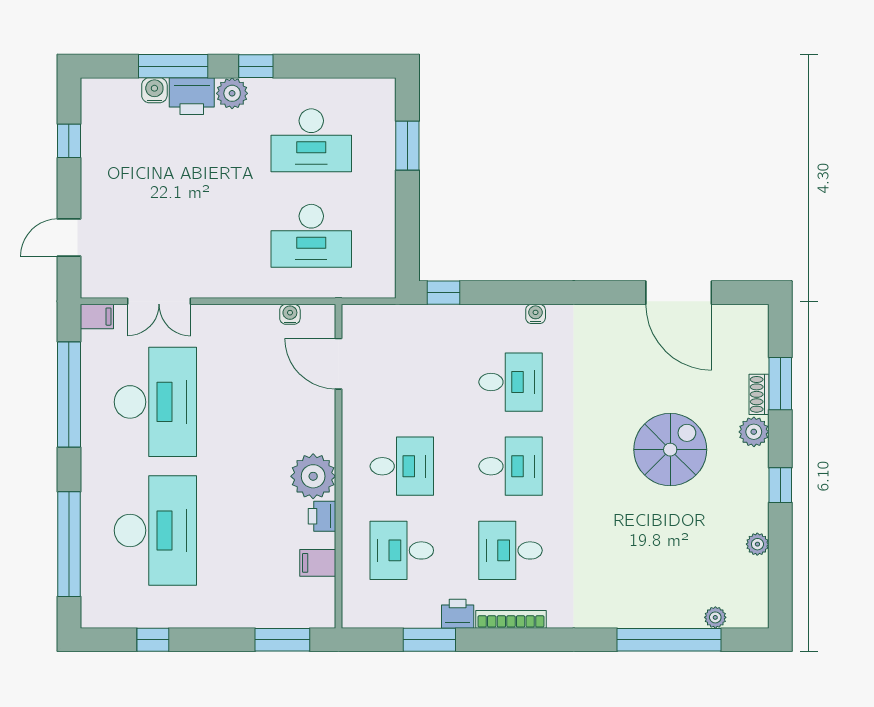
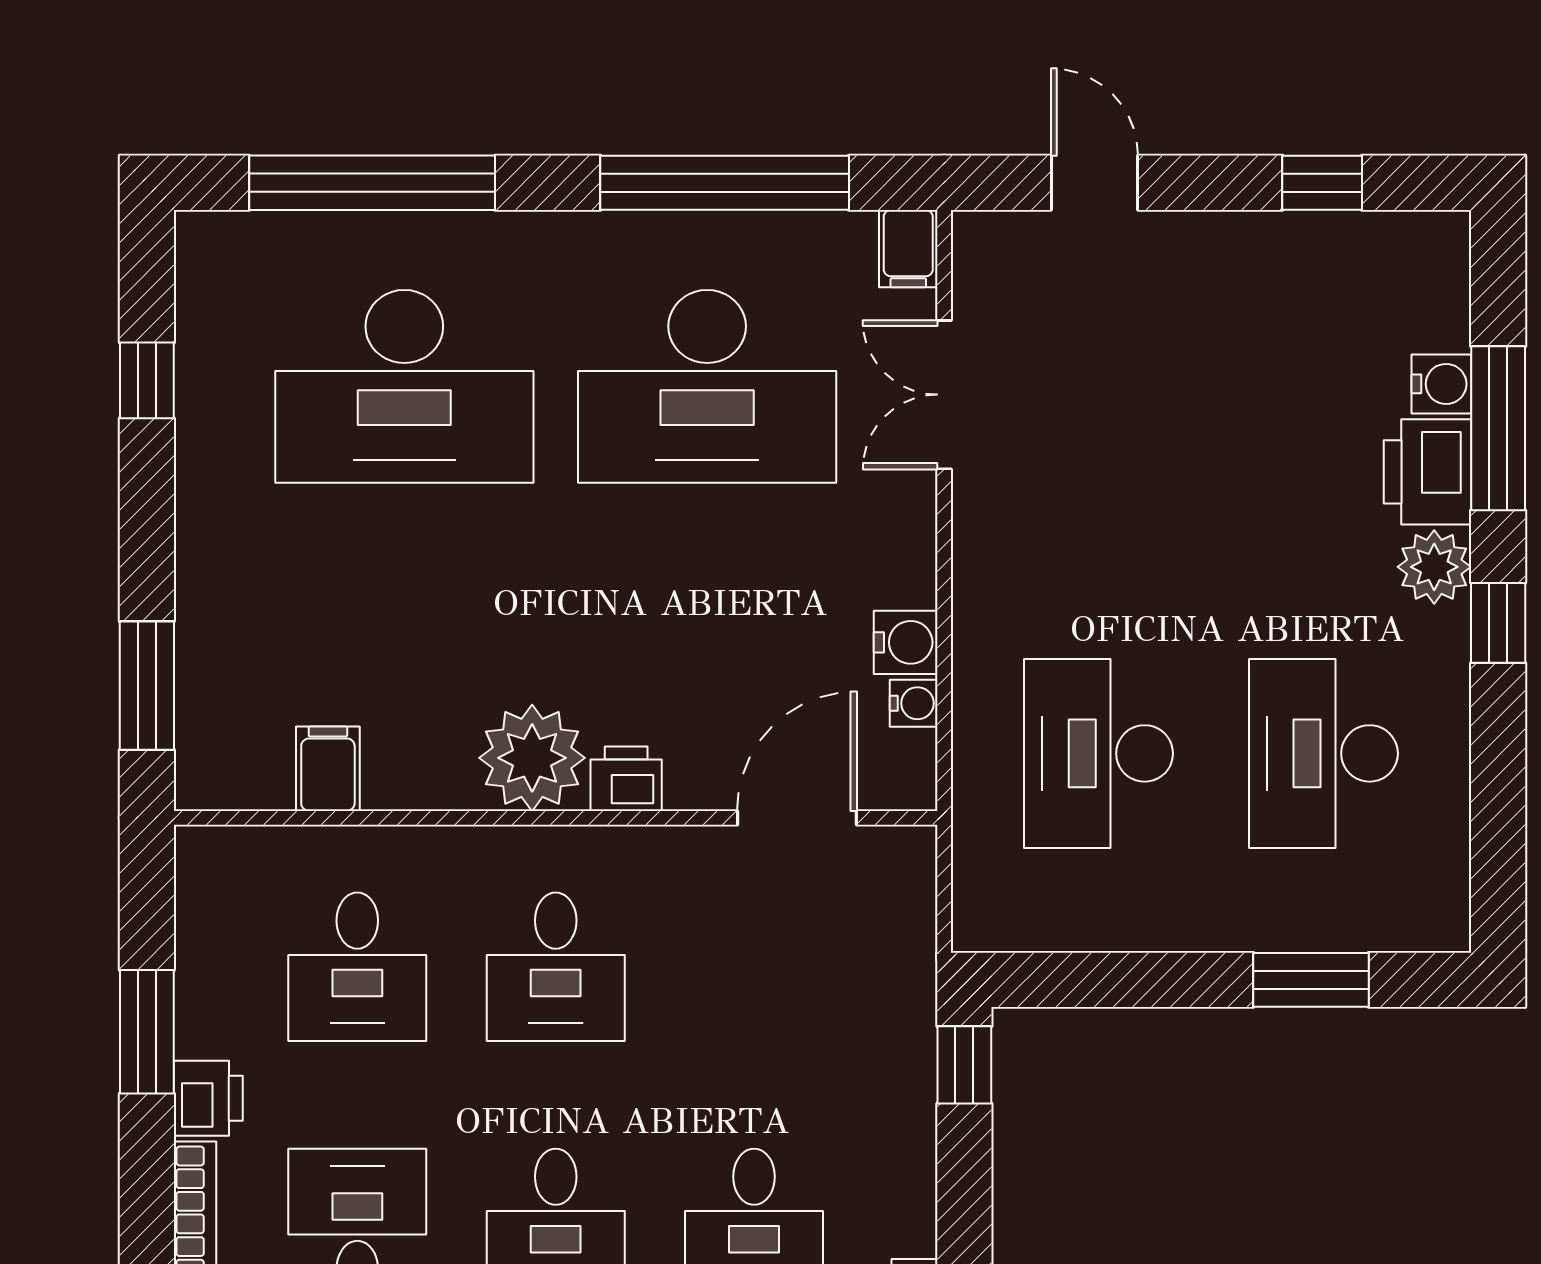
water cooler: (264, 318) -> (906, 642), added
printer: (322, 516) -> (626, 779), moved
desk: (402, 550) -> (357, 967), turned 180

